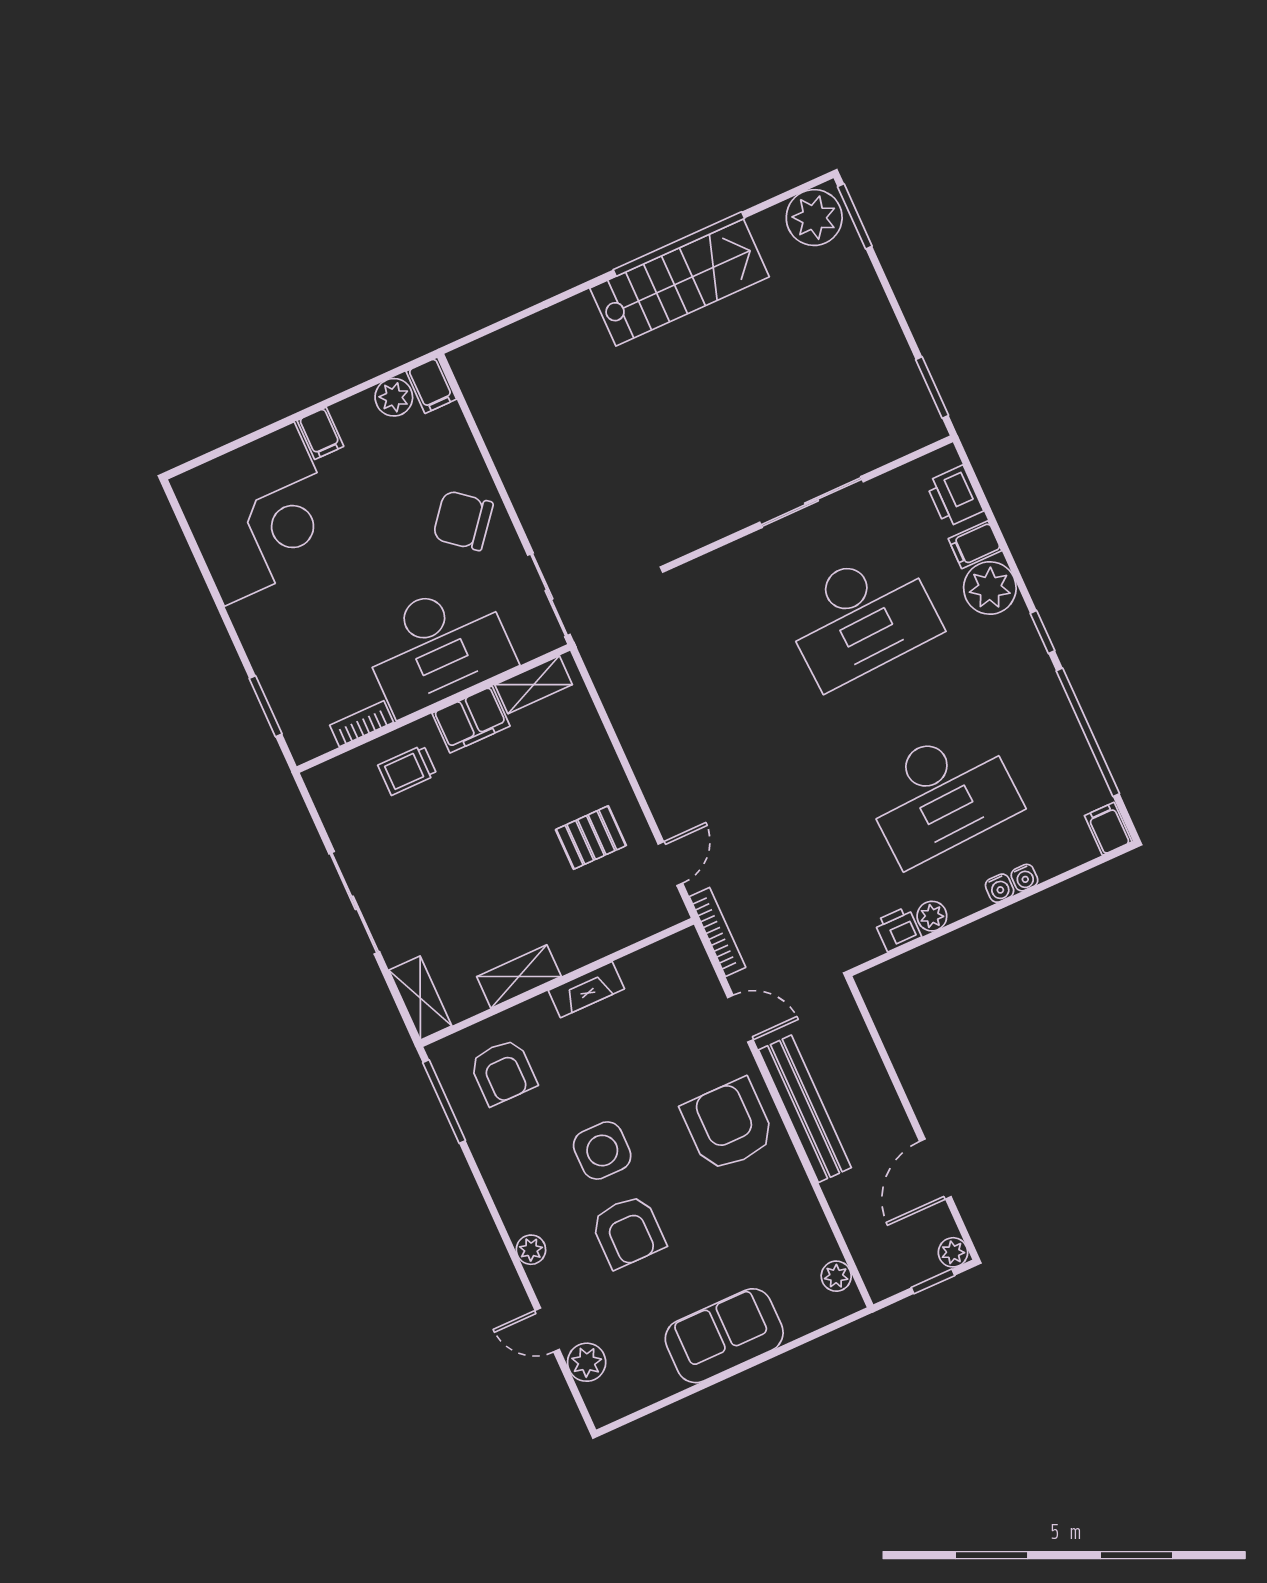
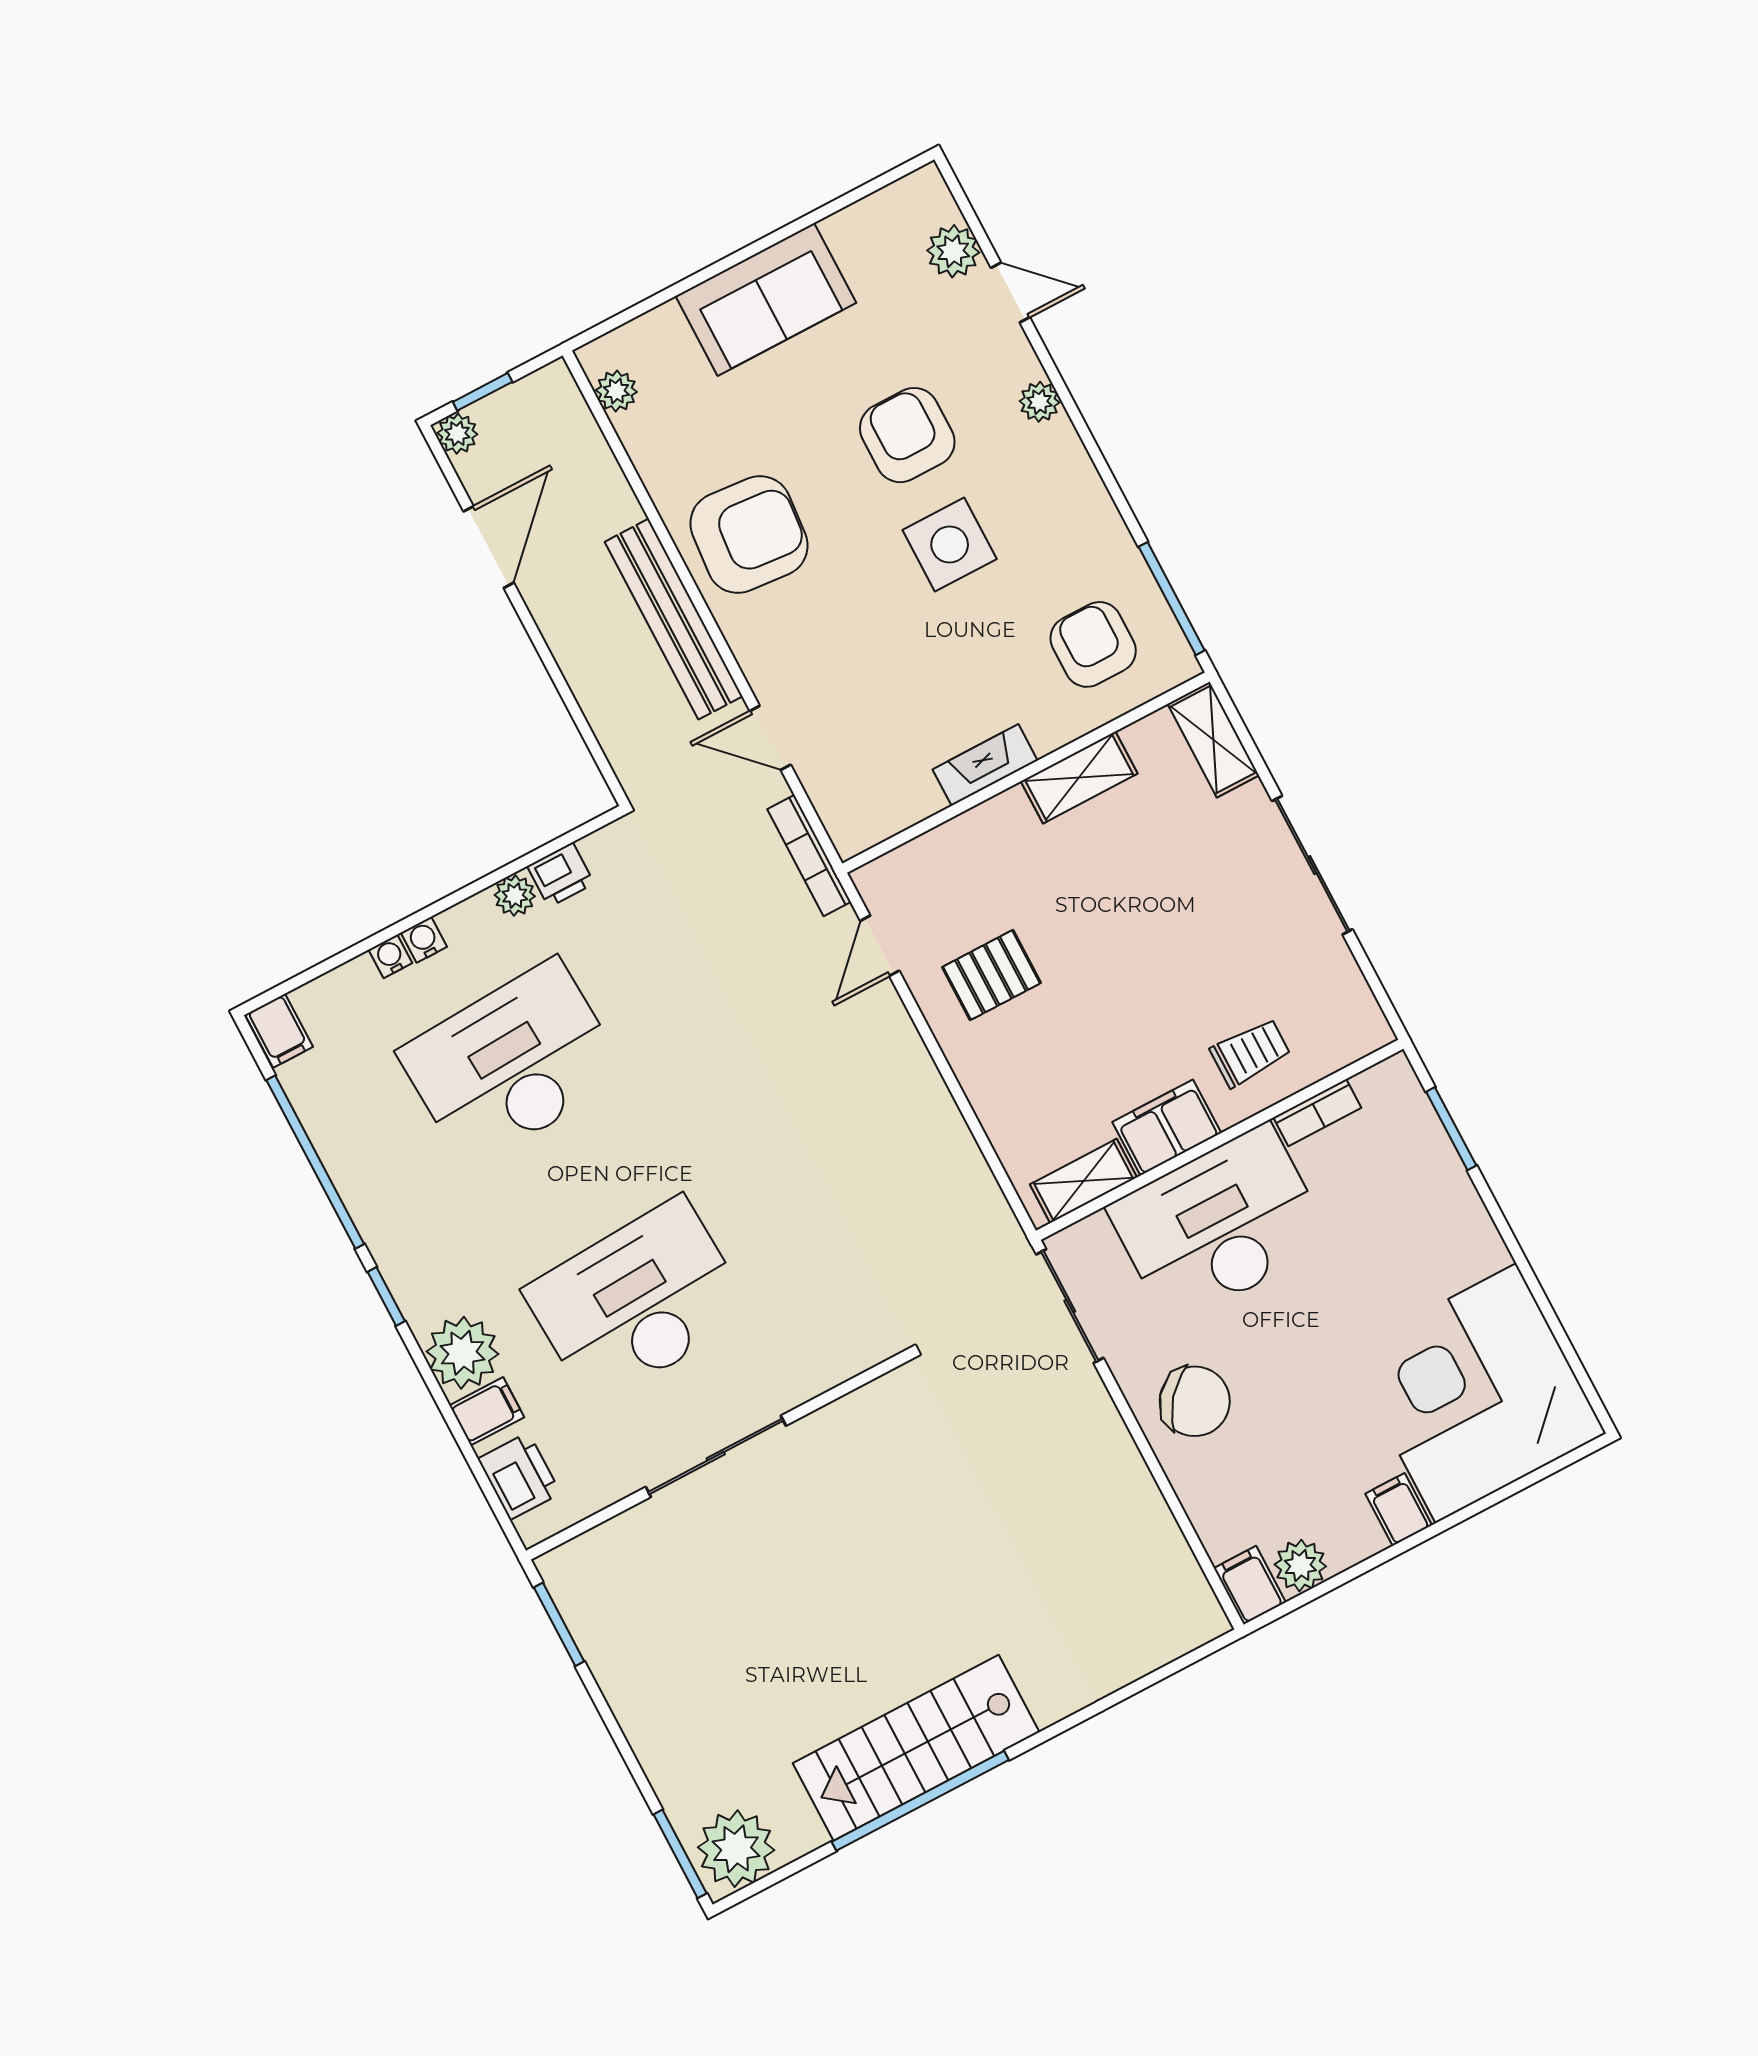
armchair: (728, 1125) -> (749, 535), moved, turned -85

